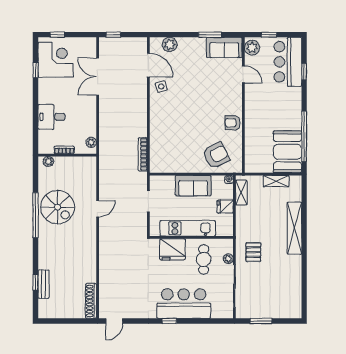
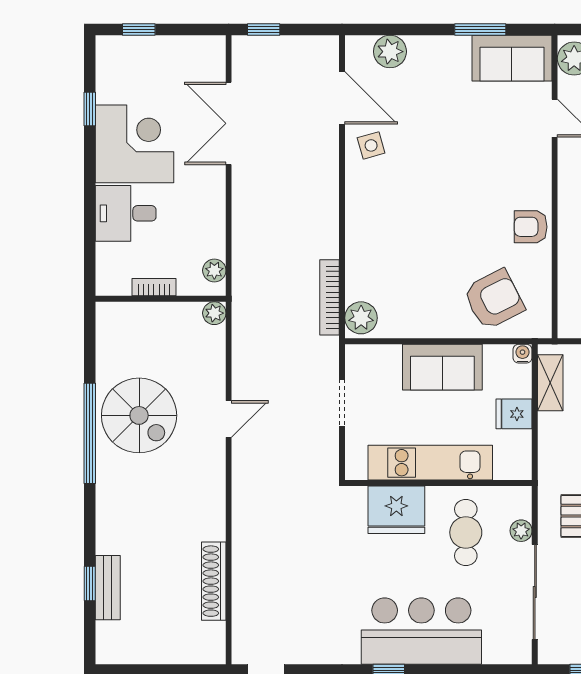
corner desk: (56, 60) -> (135, 144), moved
plant: (48, 161) -> (214, 313), moved
plant: (157, 164) -> (361, 318), added
shoe rack: (91, 301) -> (214, 581), moved

